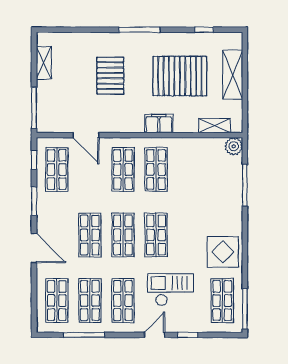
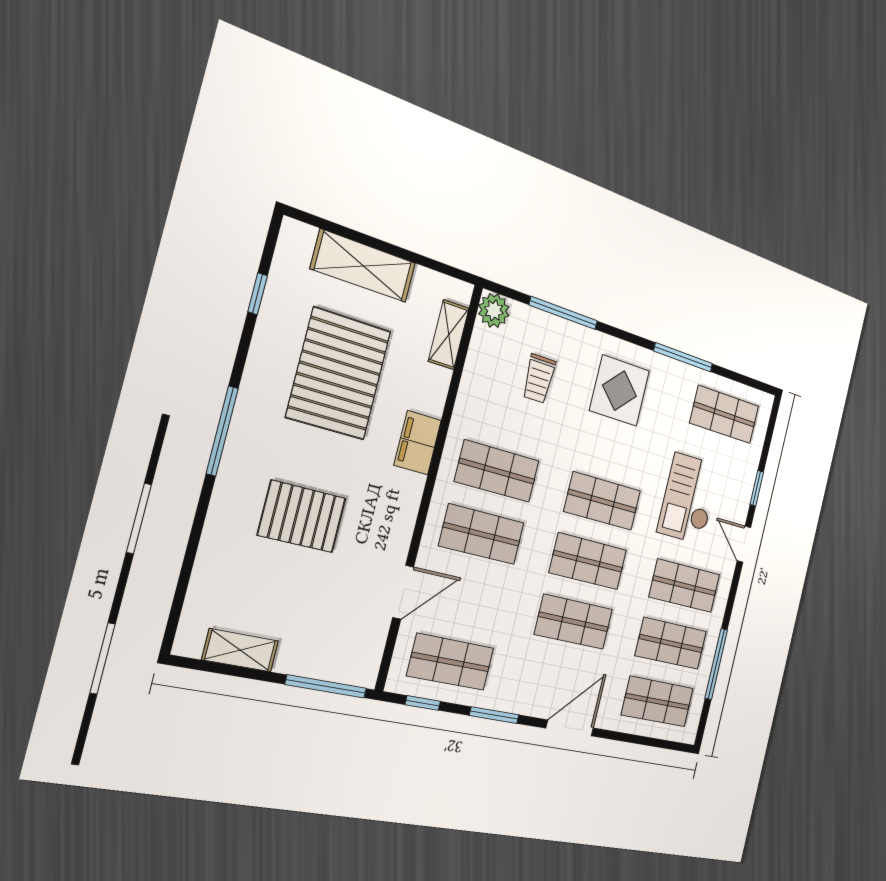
trolley: (208, 180) -> (539, 379), added
display table: (223, 252) -> (620, 391), moved
window: (245, 309) -> (683, 357), moved

